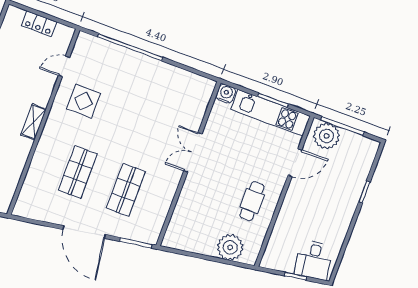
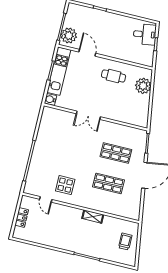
shelving: (33, 122) -> (93, 217), moved

